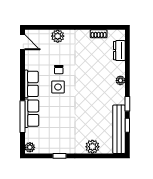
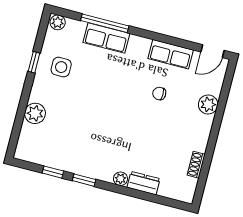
dresser: (119, 51) -> (143, 183), moved
row of seats: (31, 84) -> (171, 54), moved
side table: (58, 87) -> (61, 67), moved
bench: (119, 129) -> (50, 158), removed

